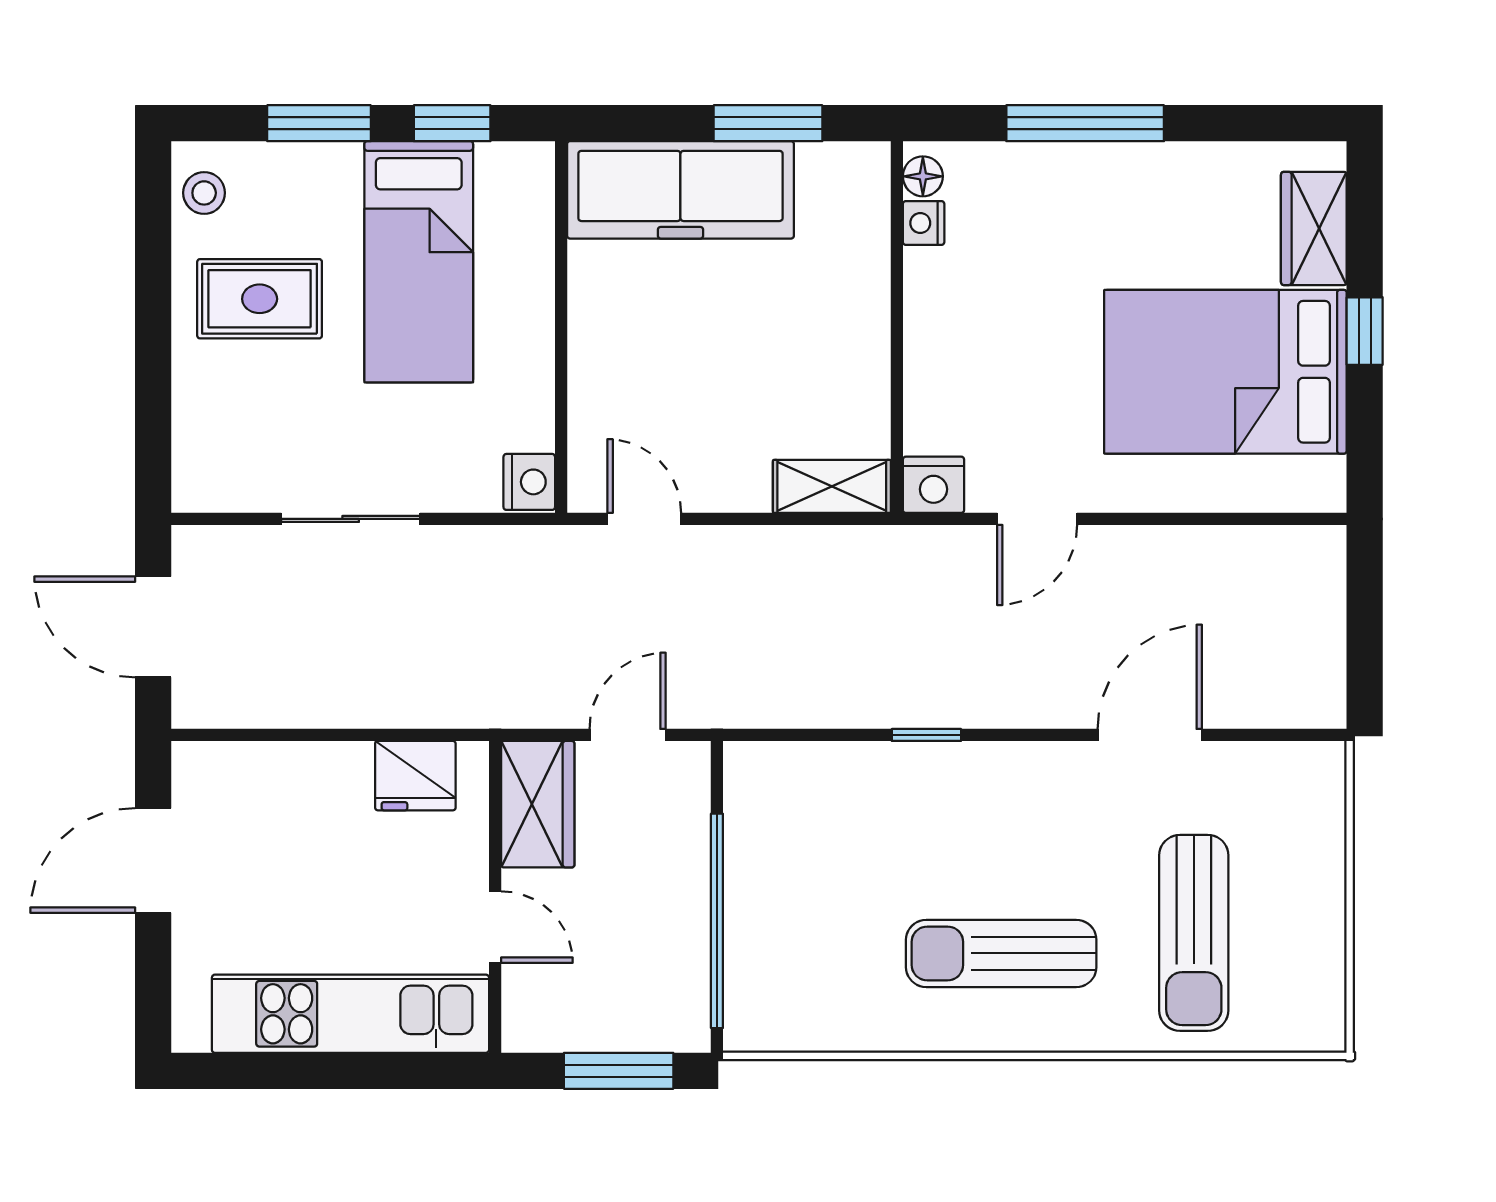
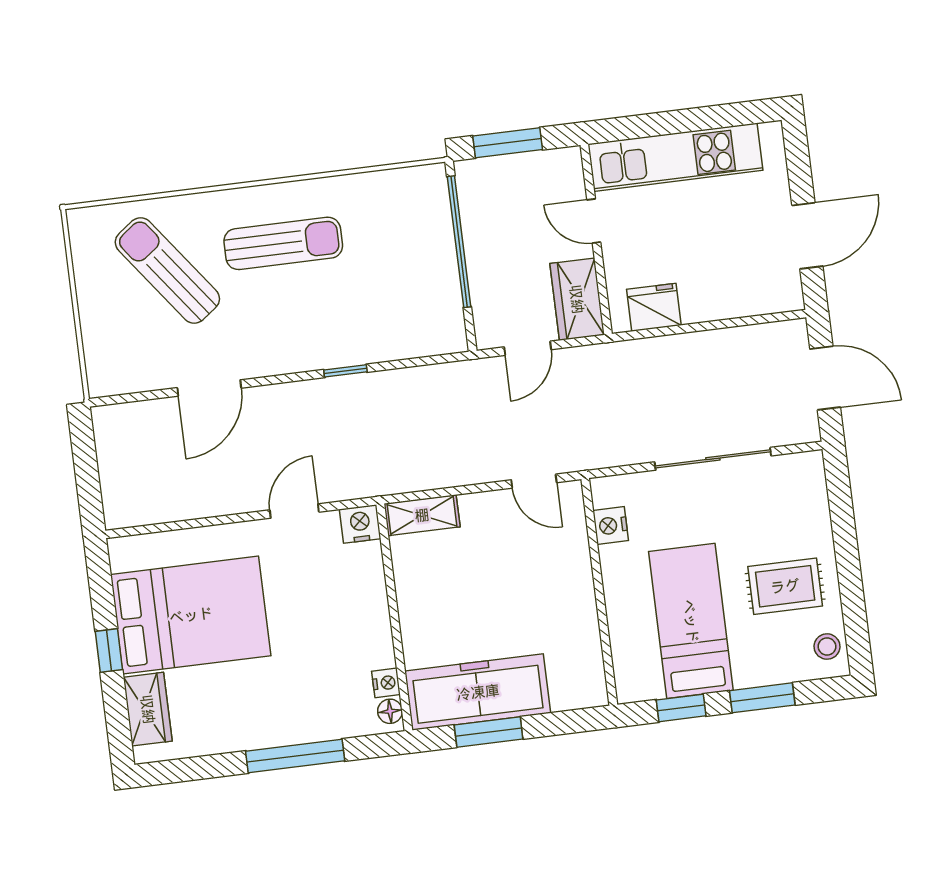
freezer: (680, 190) -> (478, 692), moved
nightstand: (529, 482) -> (611, 526), moved
sliding door: (351, 519) -> (713, 459), width x1.37
sun lounger: (1194, 933) -> (167, 271), turned -37

